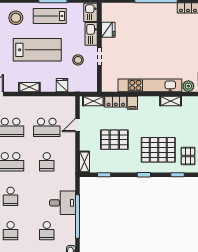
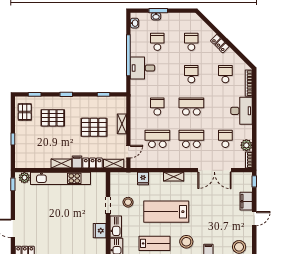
shelving: (171, 101) -> (61, 164), moved
door: (78, 125) -> (128, 152), moved
pallet: (158, 150) -> (53, 118), width x0.73, depth x0.71
shelving: (85, 162) -> (122, 124), moved

